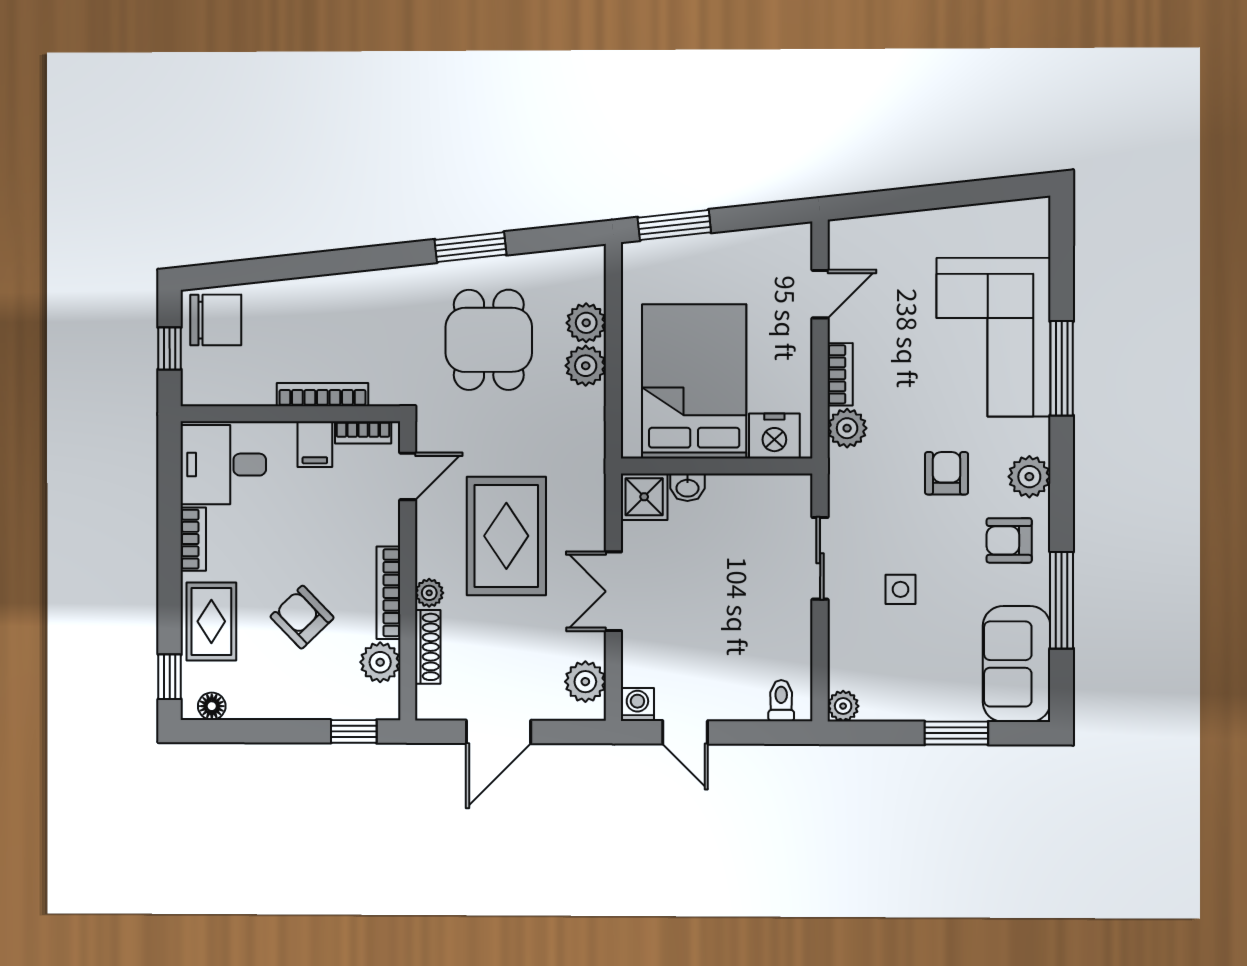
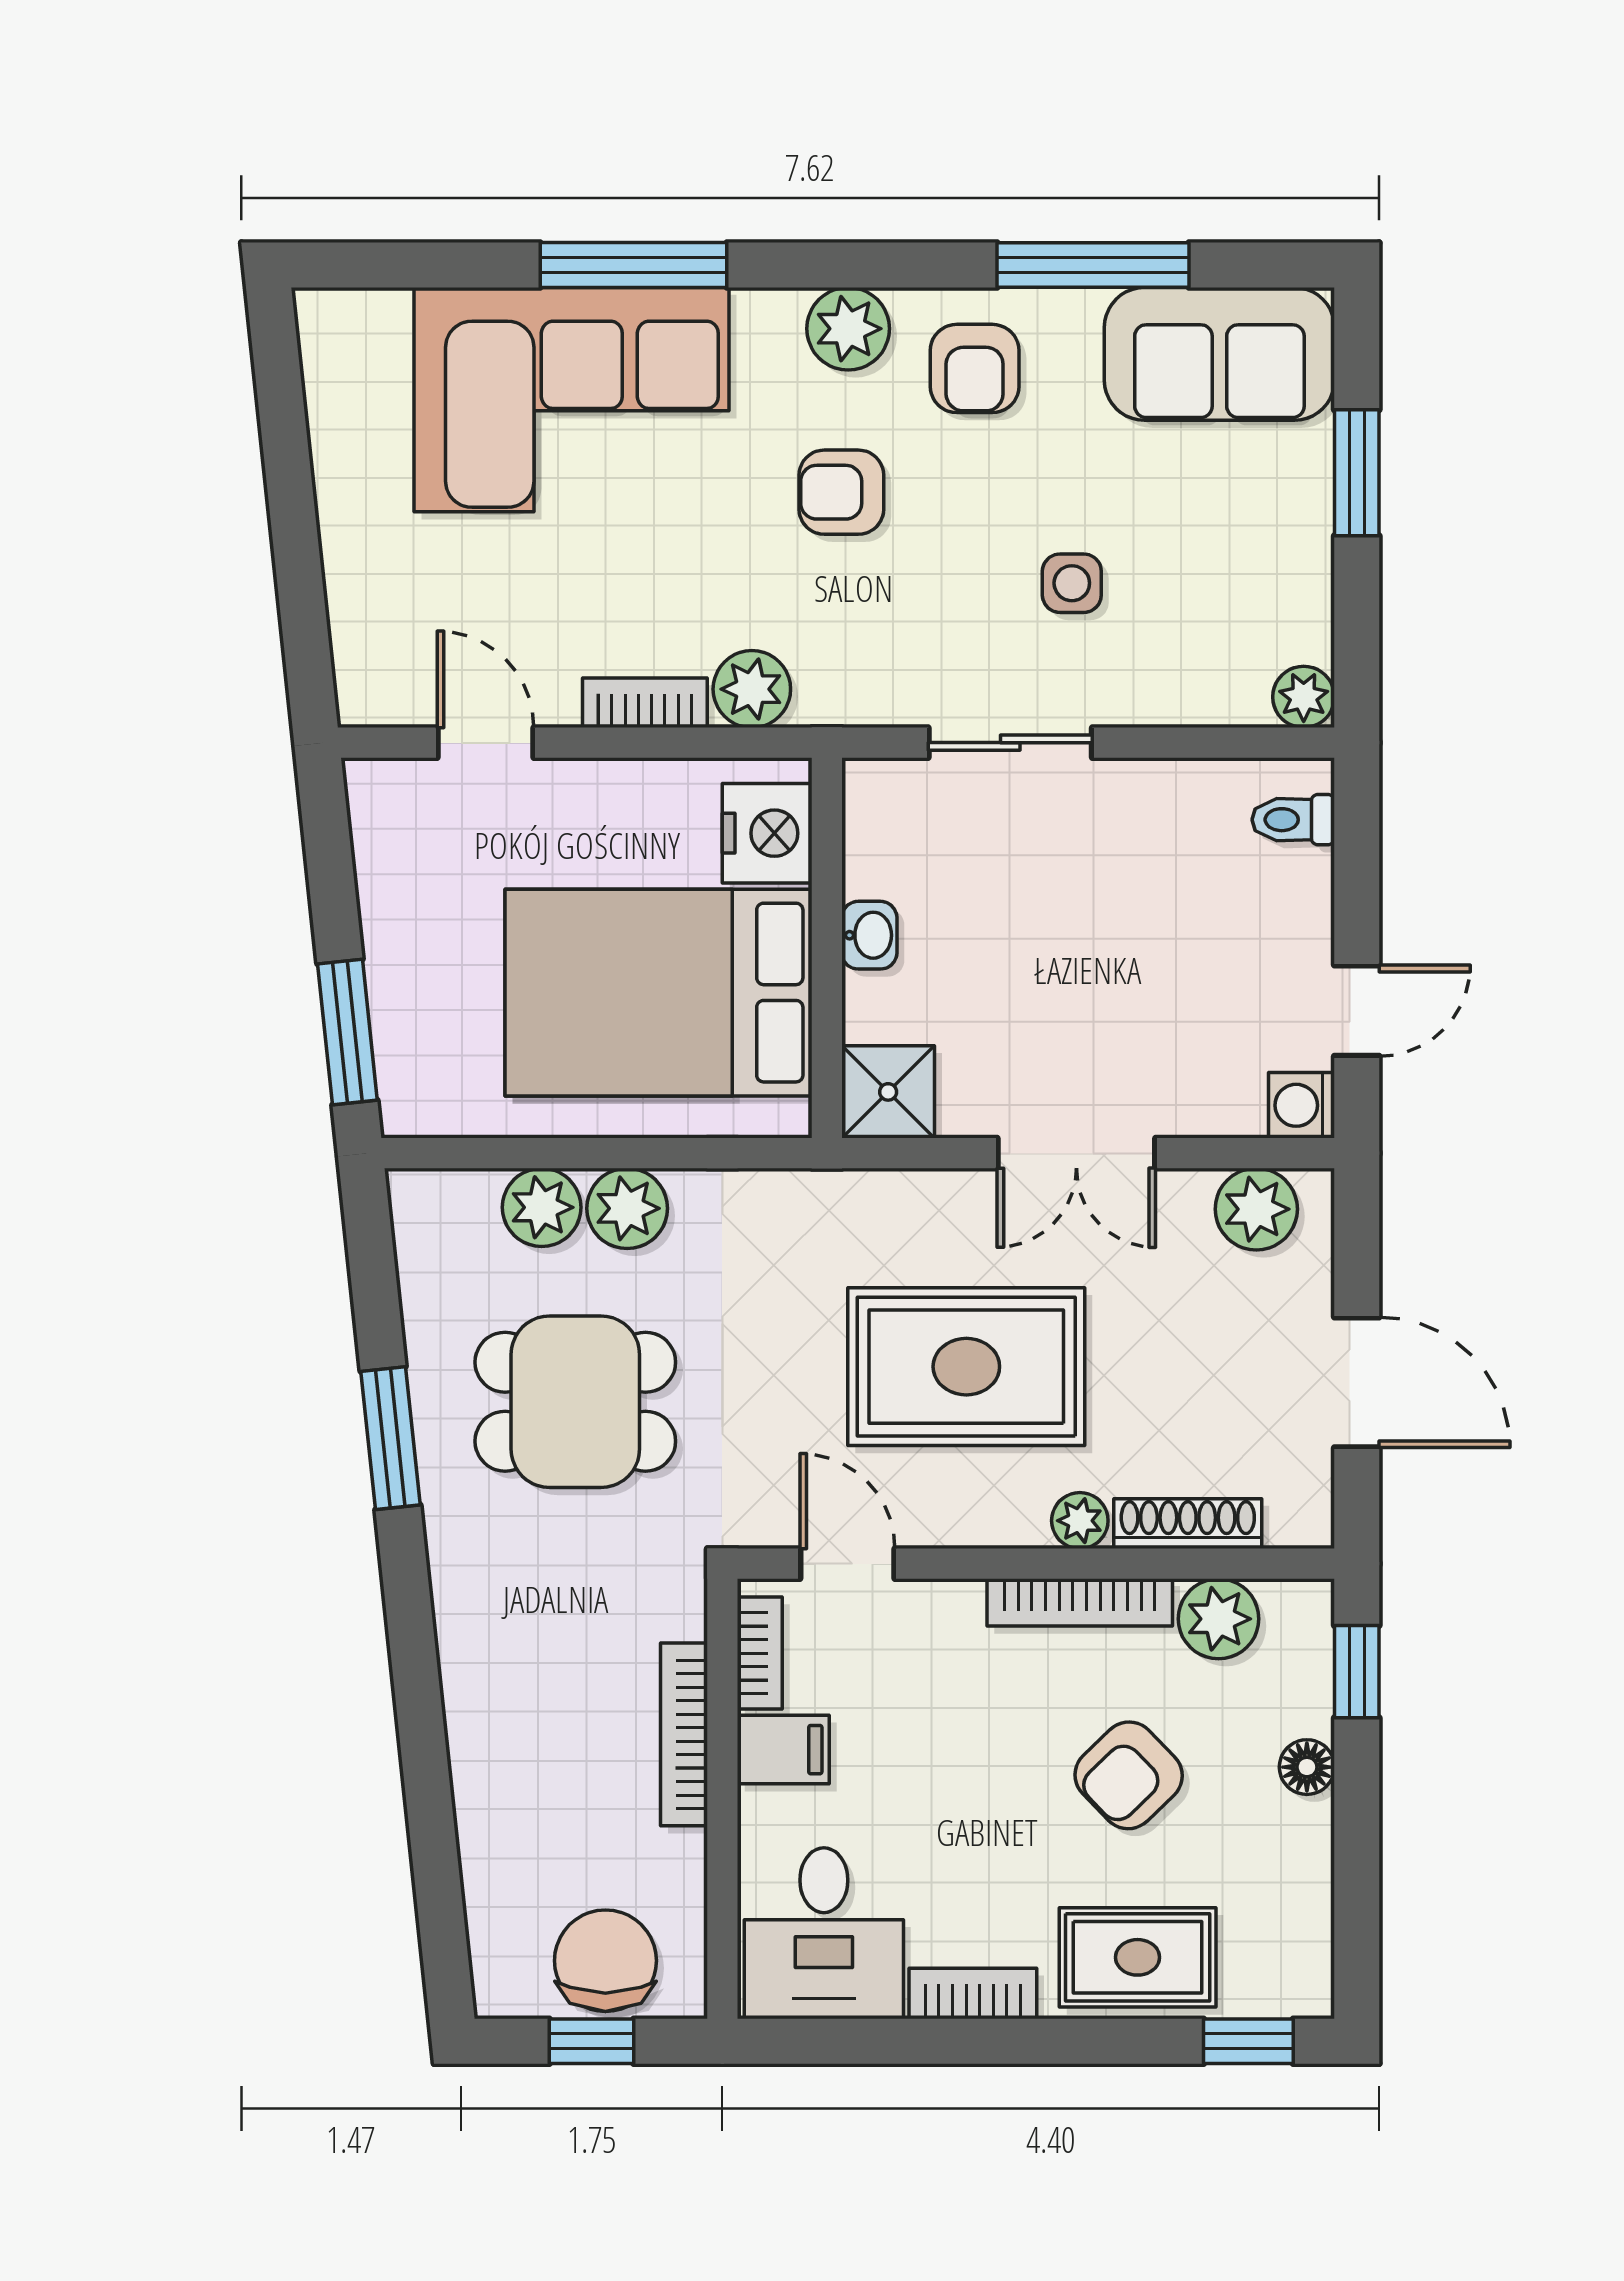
chair: (216, 320) -> (605, 1961), moved
washbasin: (687, 487) -> (869, 935), moved
floor lamp: (212, 706) -> (1307, 1767), moved

